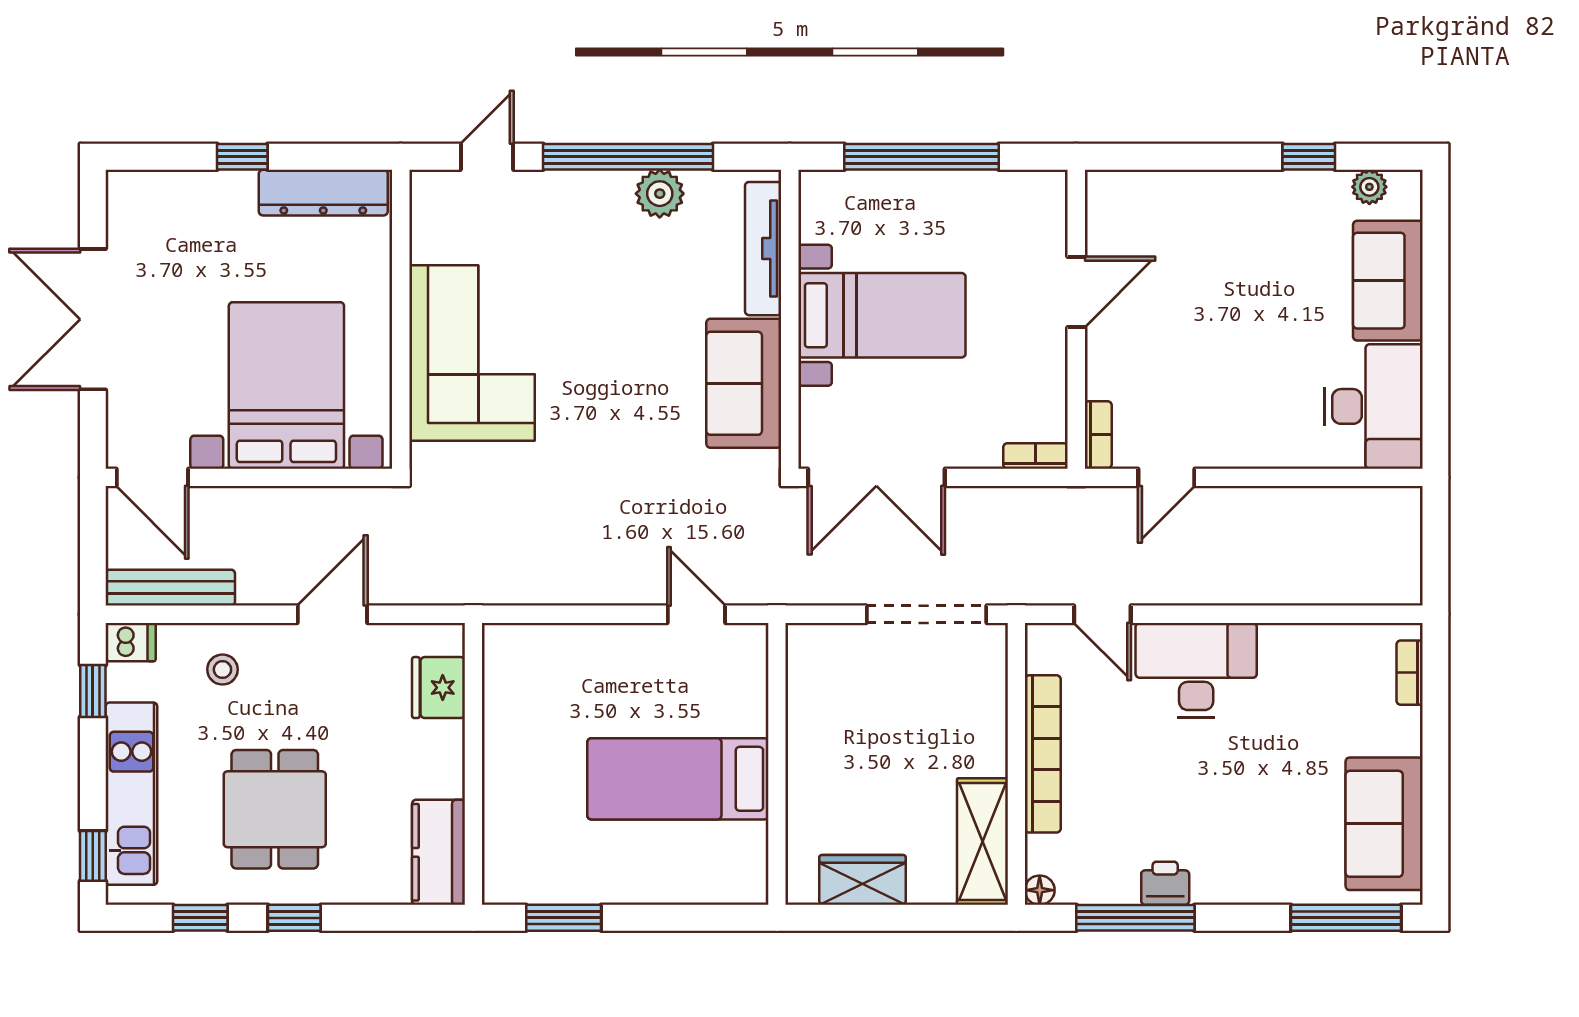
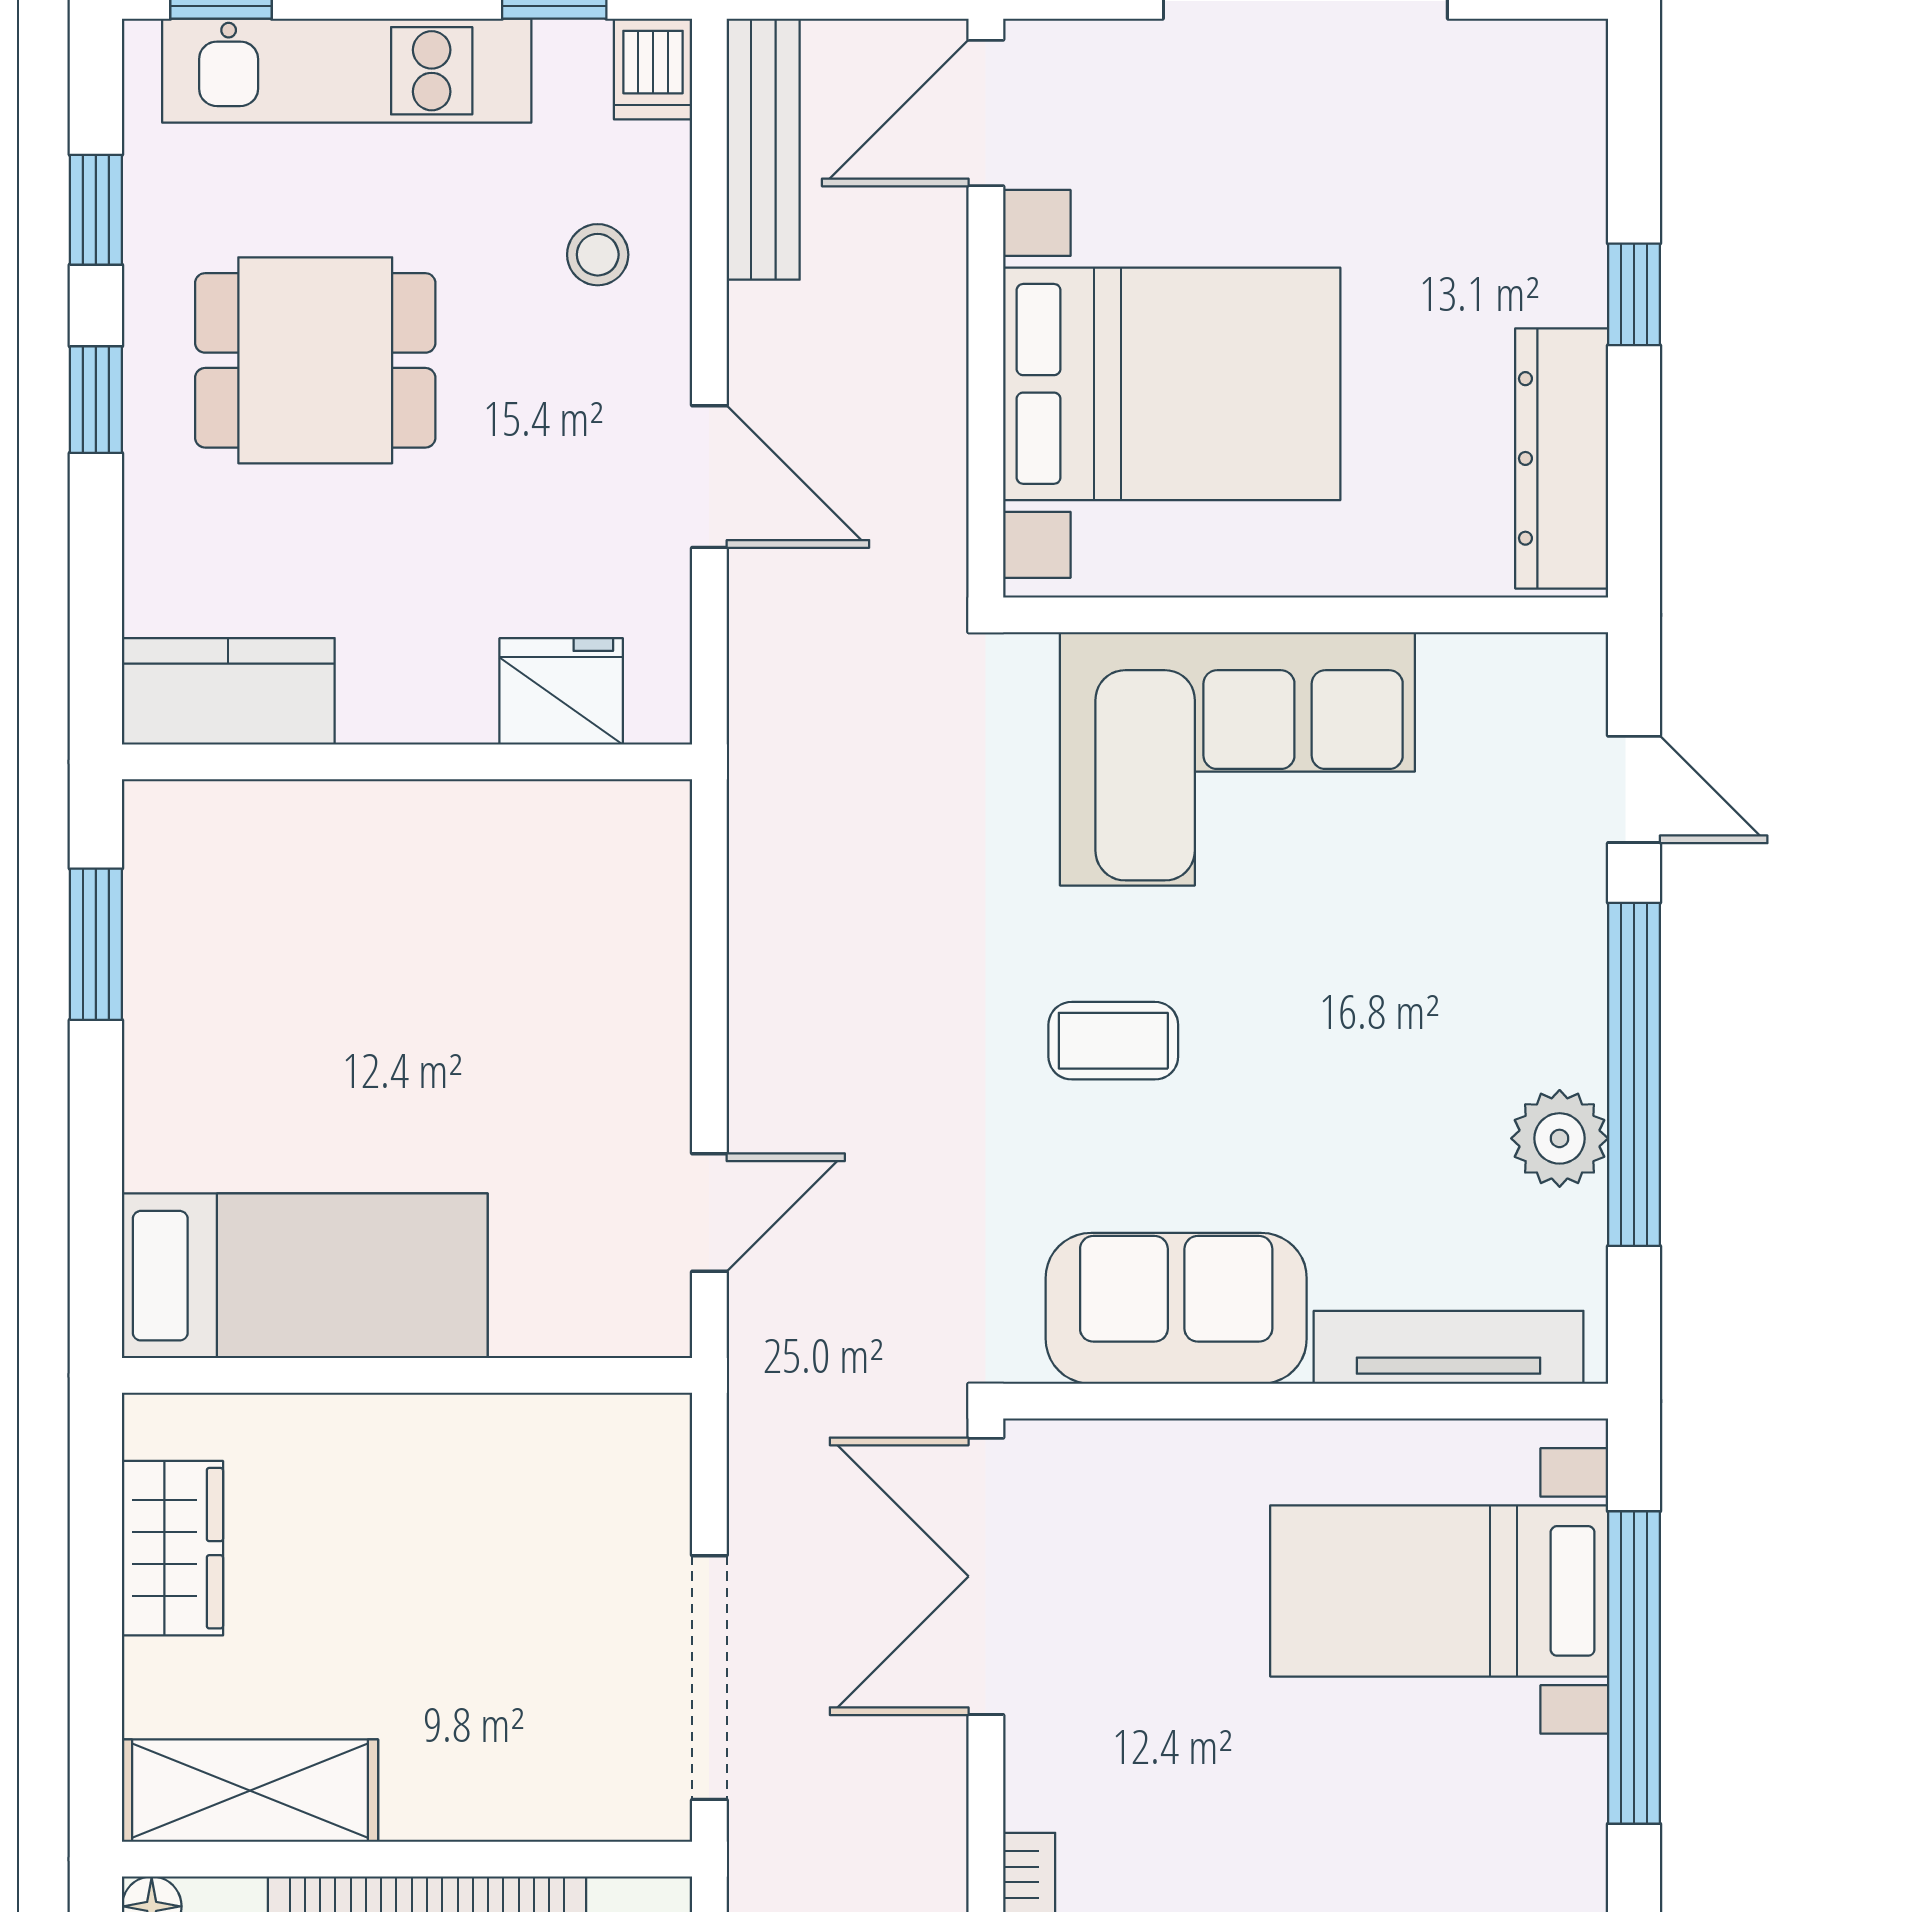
bed with nightstands: (882, 315) -> (1439, 1591), moved, turned 90
coffee table: (611, 414) -> (1113, 1041), added
bed: (678, 779) -> (305, 1276), moved, turned 90

